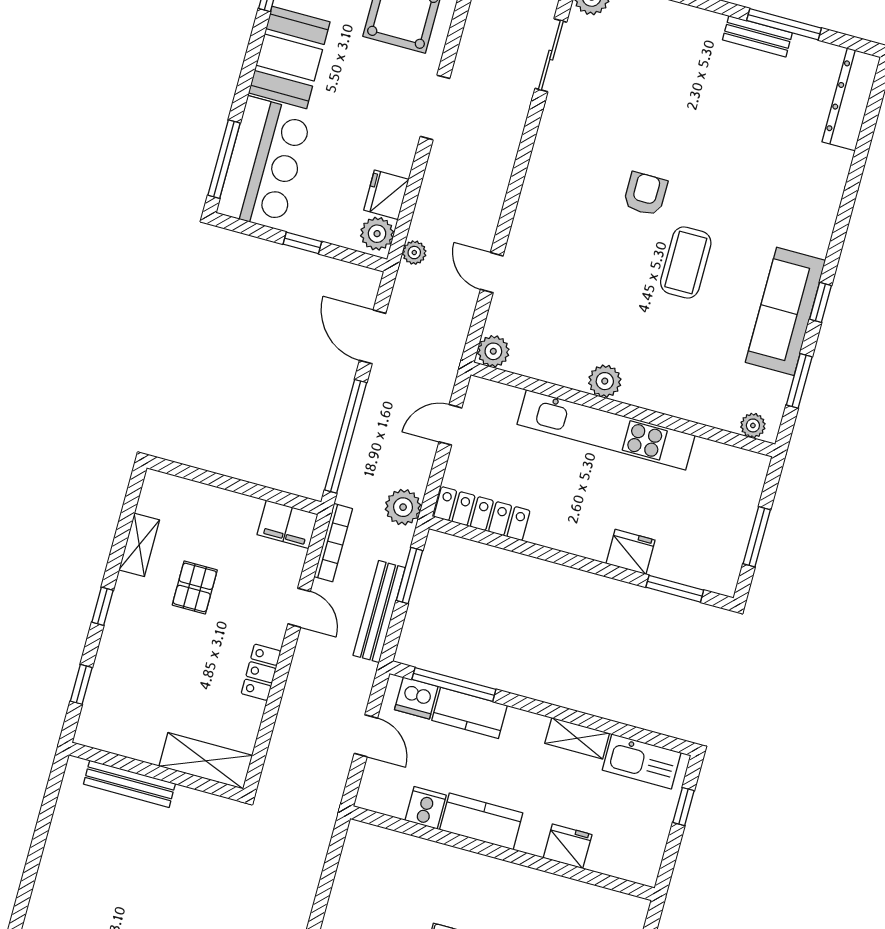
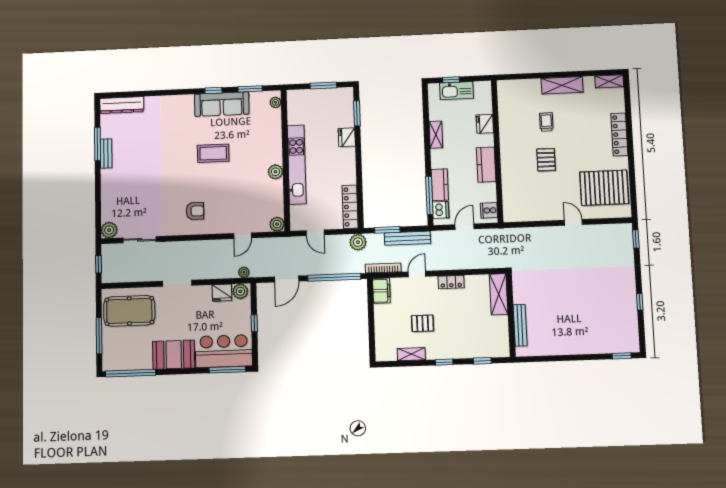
armchair: (645, 194) -> (195, 211), moved, turned 180
kitchen sink: (642, 761) -> (456, 91), moved, turned 90
cooker: (426, 808) -> (489, 210), moved

